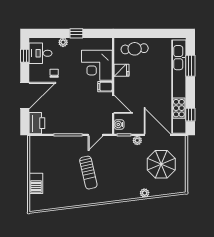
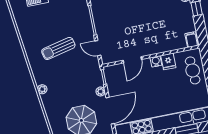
corner desk: (97, 65) -> (168, 36), removed
filing cabinet: (105, 87) -> (192, 40), moved
water cooler: (119, 124) -> (156, 61), moved
plant: (145, 193) -> (42, 89), moved

